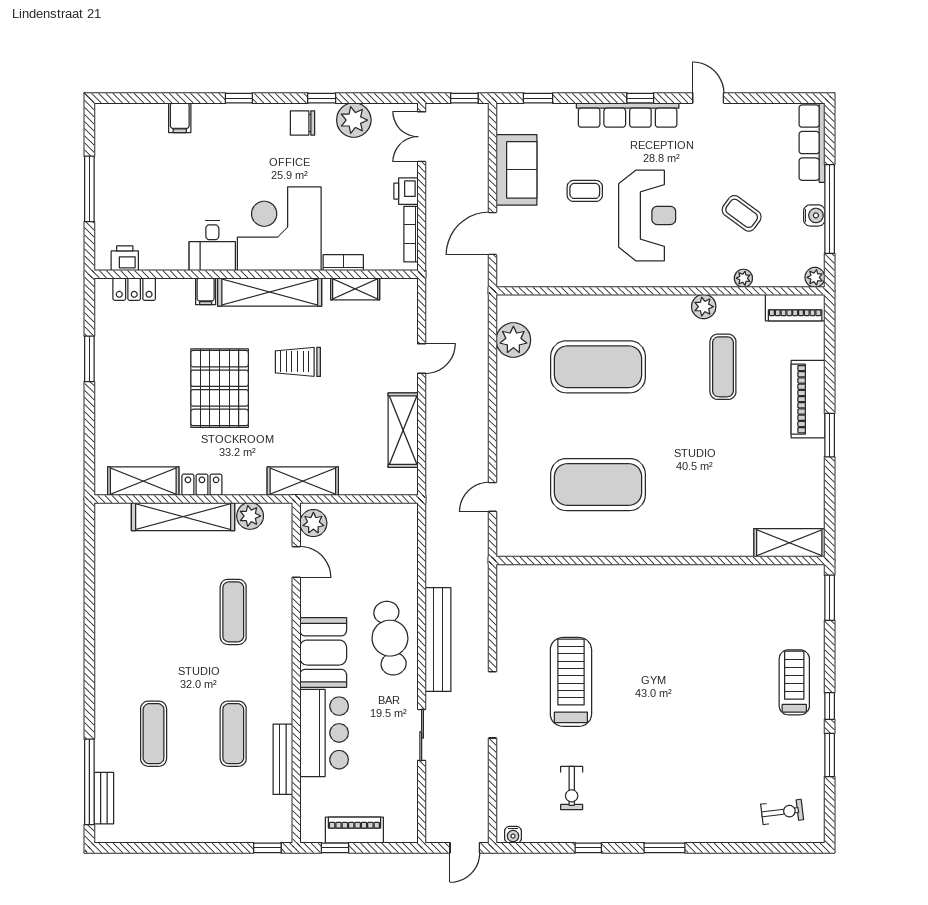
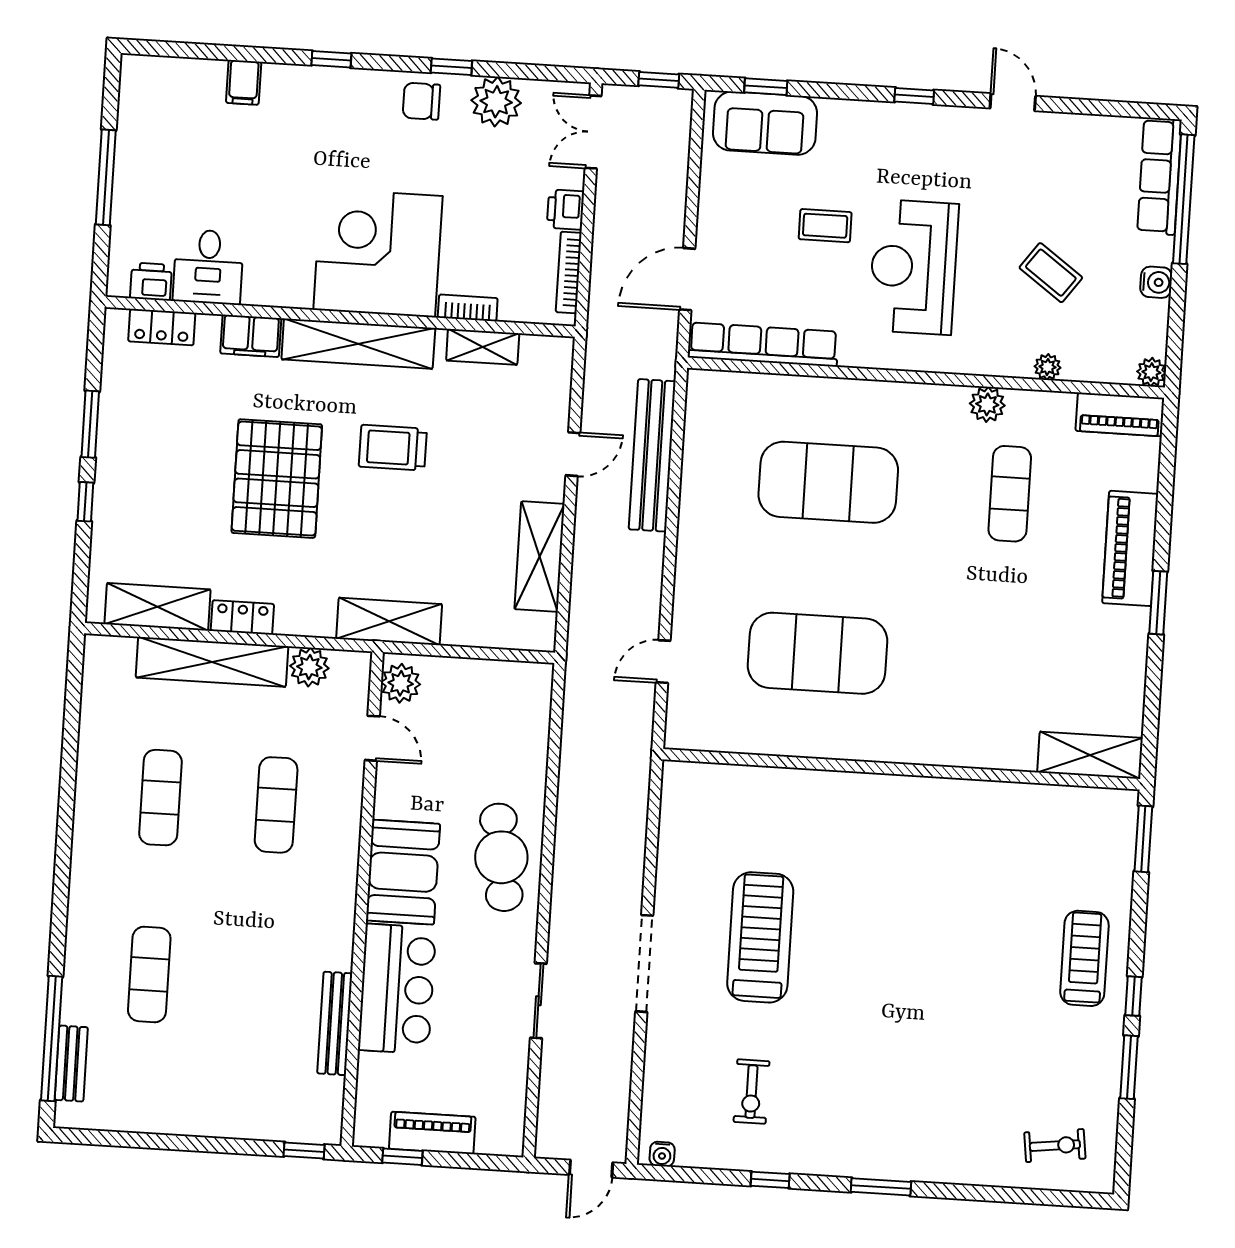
row of seats: (628, 115) -> (763, 345), moved, turned 180
sofa: (516, 170) -> (765, 123), moved, turned 90
window: (830, 209) -> (1184, 199), moved
reception desk: (647, 215) -> (914, 267), turned 180
desk: (212, 246) -> (208, 267), moved
filing cabinet: (206, 291) -> (251, 336), width x2.00
plant: (513, 340) -> (708, 436), removed
window: (89, 412) -> (85, 502), added
bench: (438, 640) -> (652, 455), moved
exercise mat: (233, 734) -> (160, 798), moved

